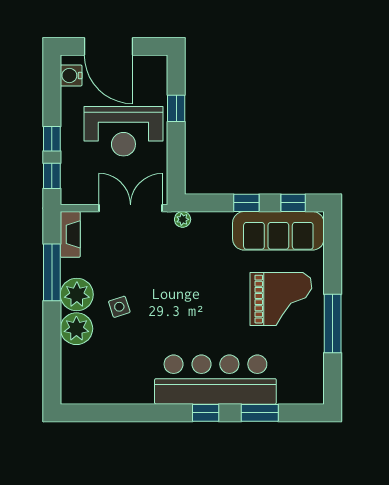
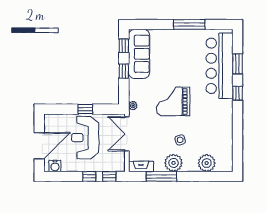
window: (176, 108) -> (85, 109), moved
reception desk: (123, 131) -> (85, 138), turned 180
grand piano: (281, 299) -> (173, 101), moved, turned -90
plant: (76, 329) -> (207, 163), moved
bar counter: (215, 380) -> (220, 66), moved

